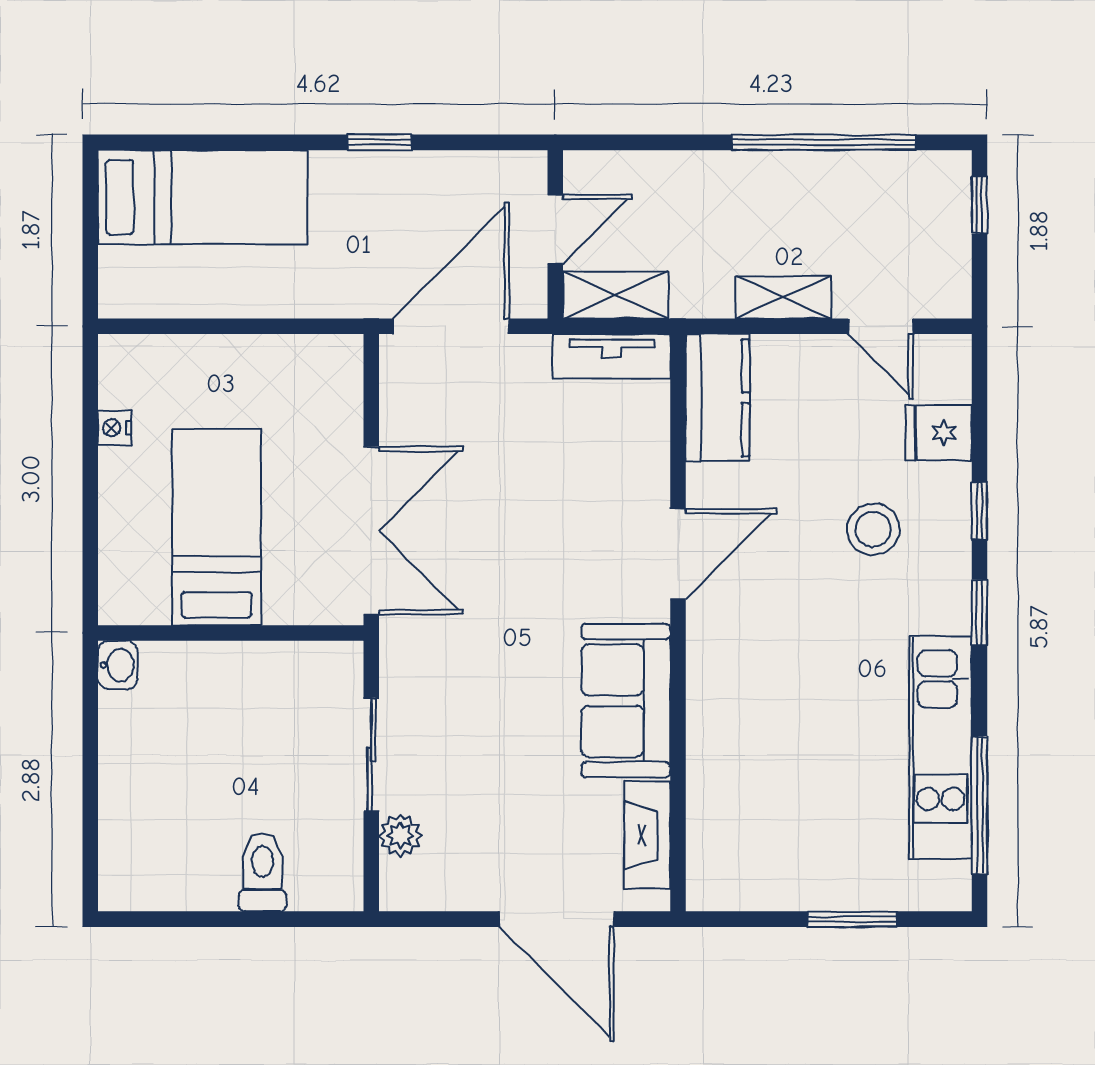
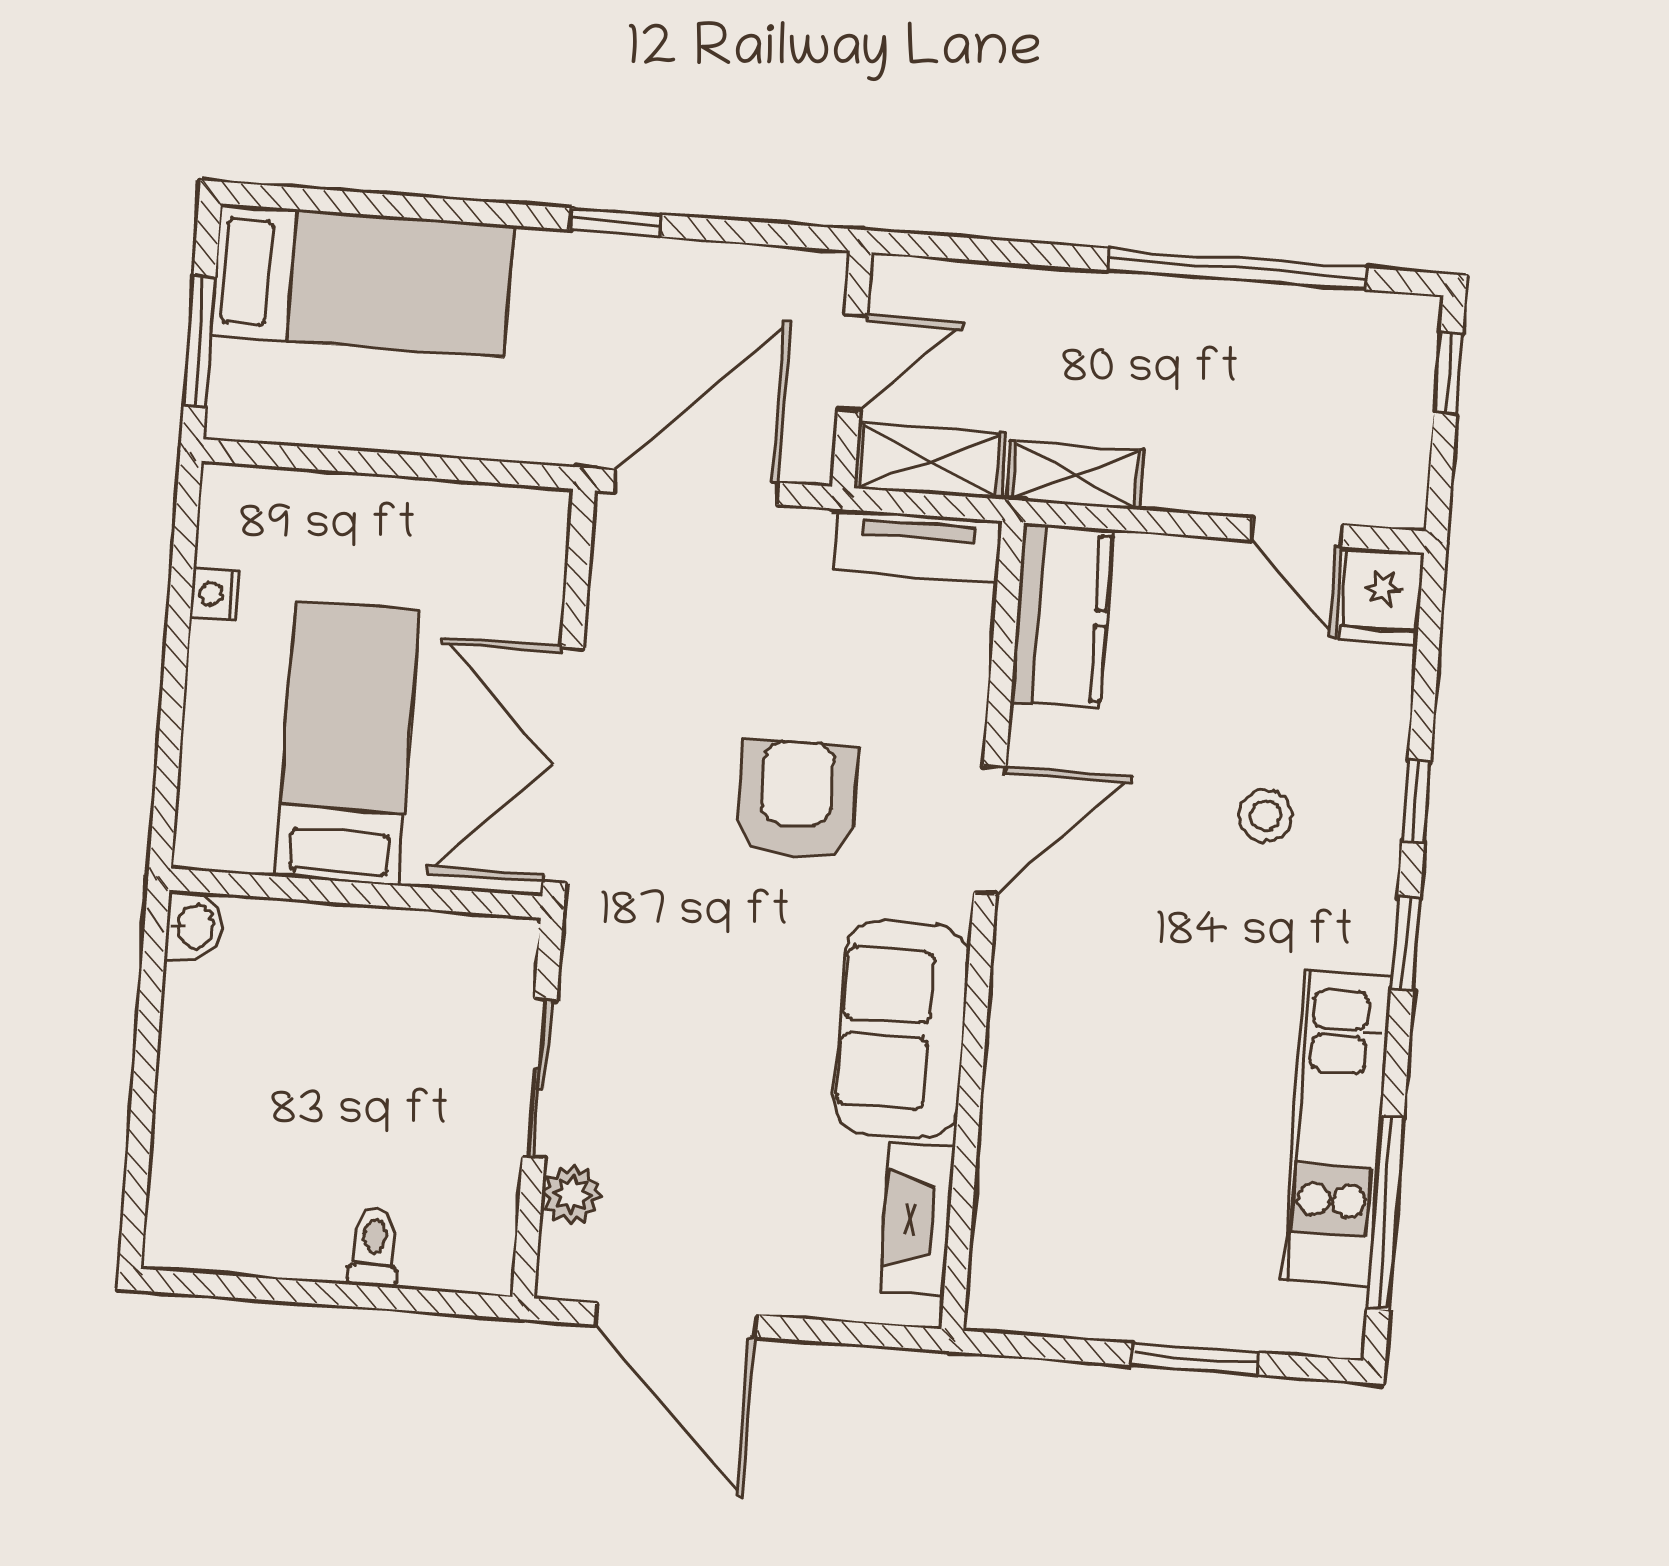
window: (90, 249) -> (200, 341), added
shelving: (783, 297) -> (1075, 475), moved
fridge: (939, 433) -> (1382, 596), moved, turned -90
stool: (873, 529) -> (1266, 816), width x0.73, depth x0.73
double door: (371, 531) -> (563, 765), swing flipped
armchair: (539, 543) -> (797, 800), added
toilet: (262, 872) -> (374, 1247), width x0.73, depth x0.72
door: (557, 919) -> (676, 1320), moved

